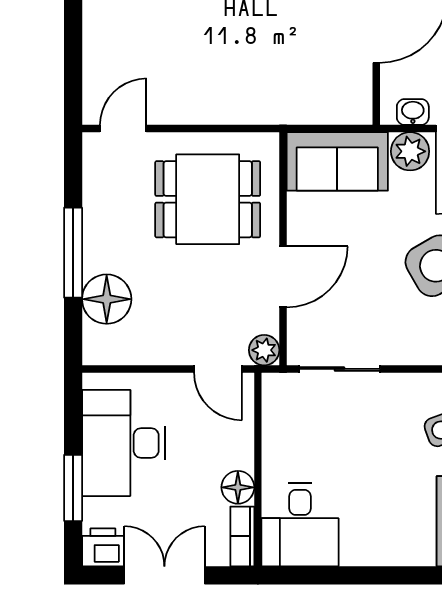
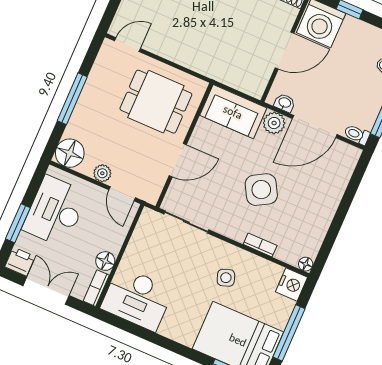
floor lamp: (107, 299) -> (70, 153), moved
plant: (264, 350) -> (102, 173), moved
desk: (300, 525) -> (137, 299), width x1.37

